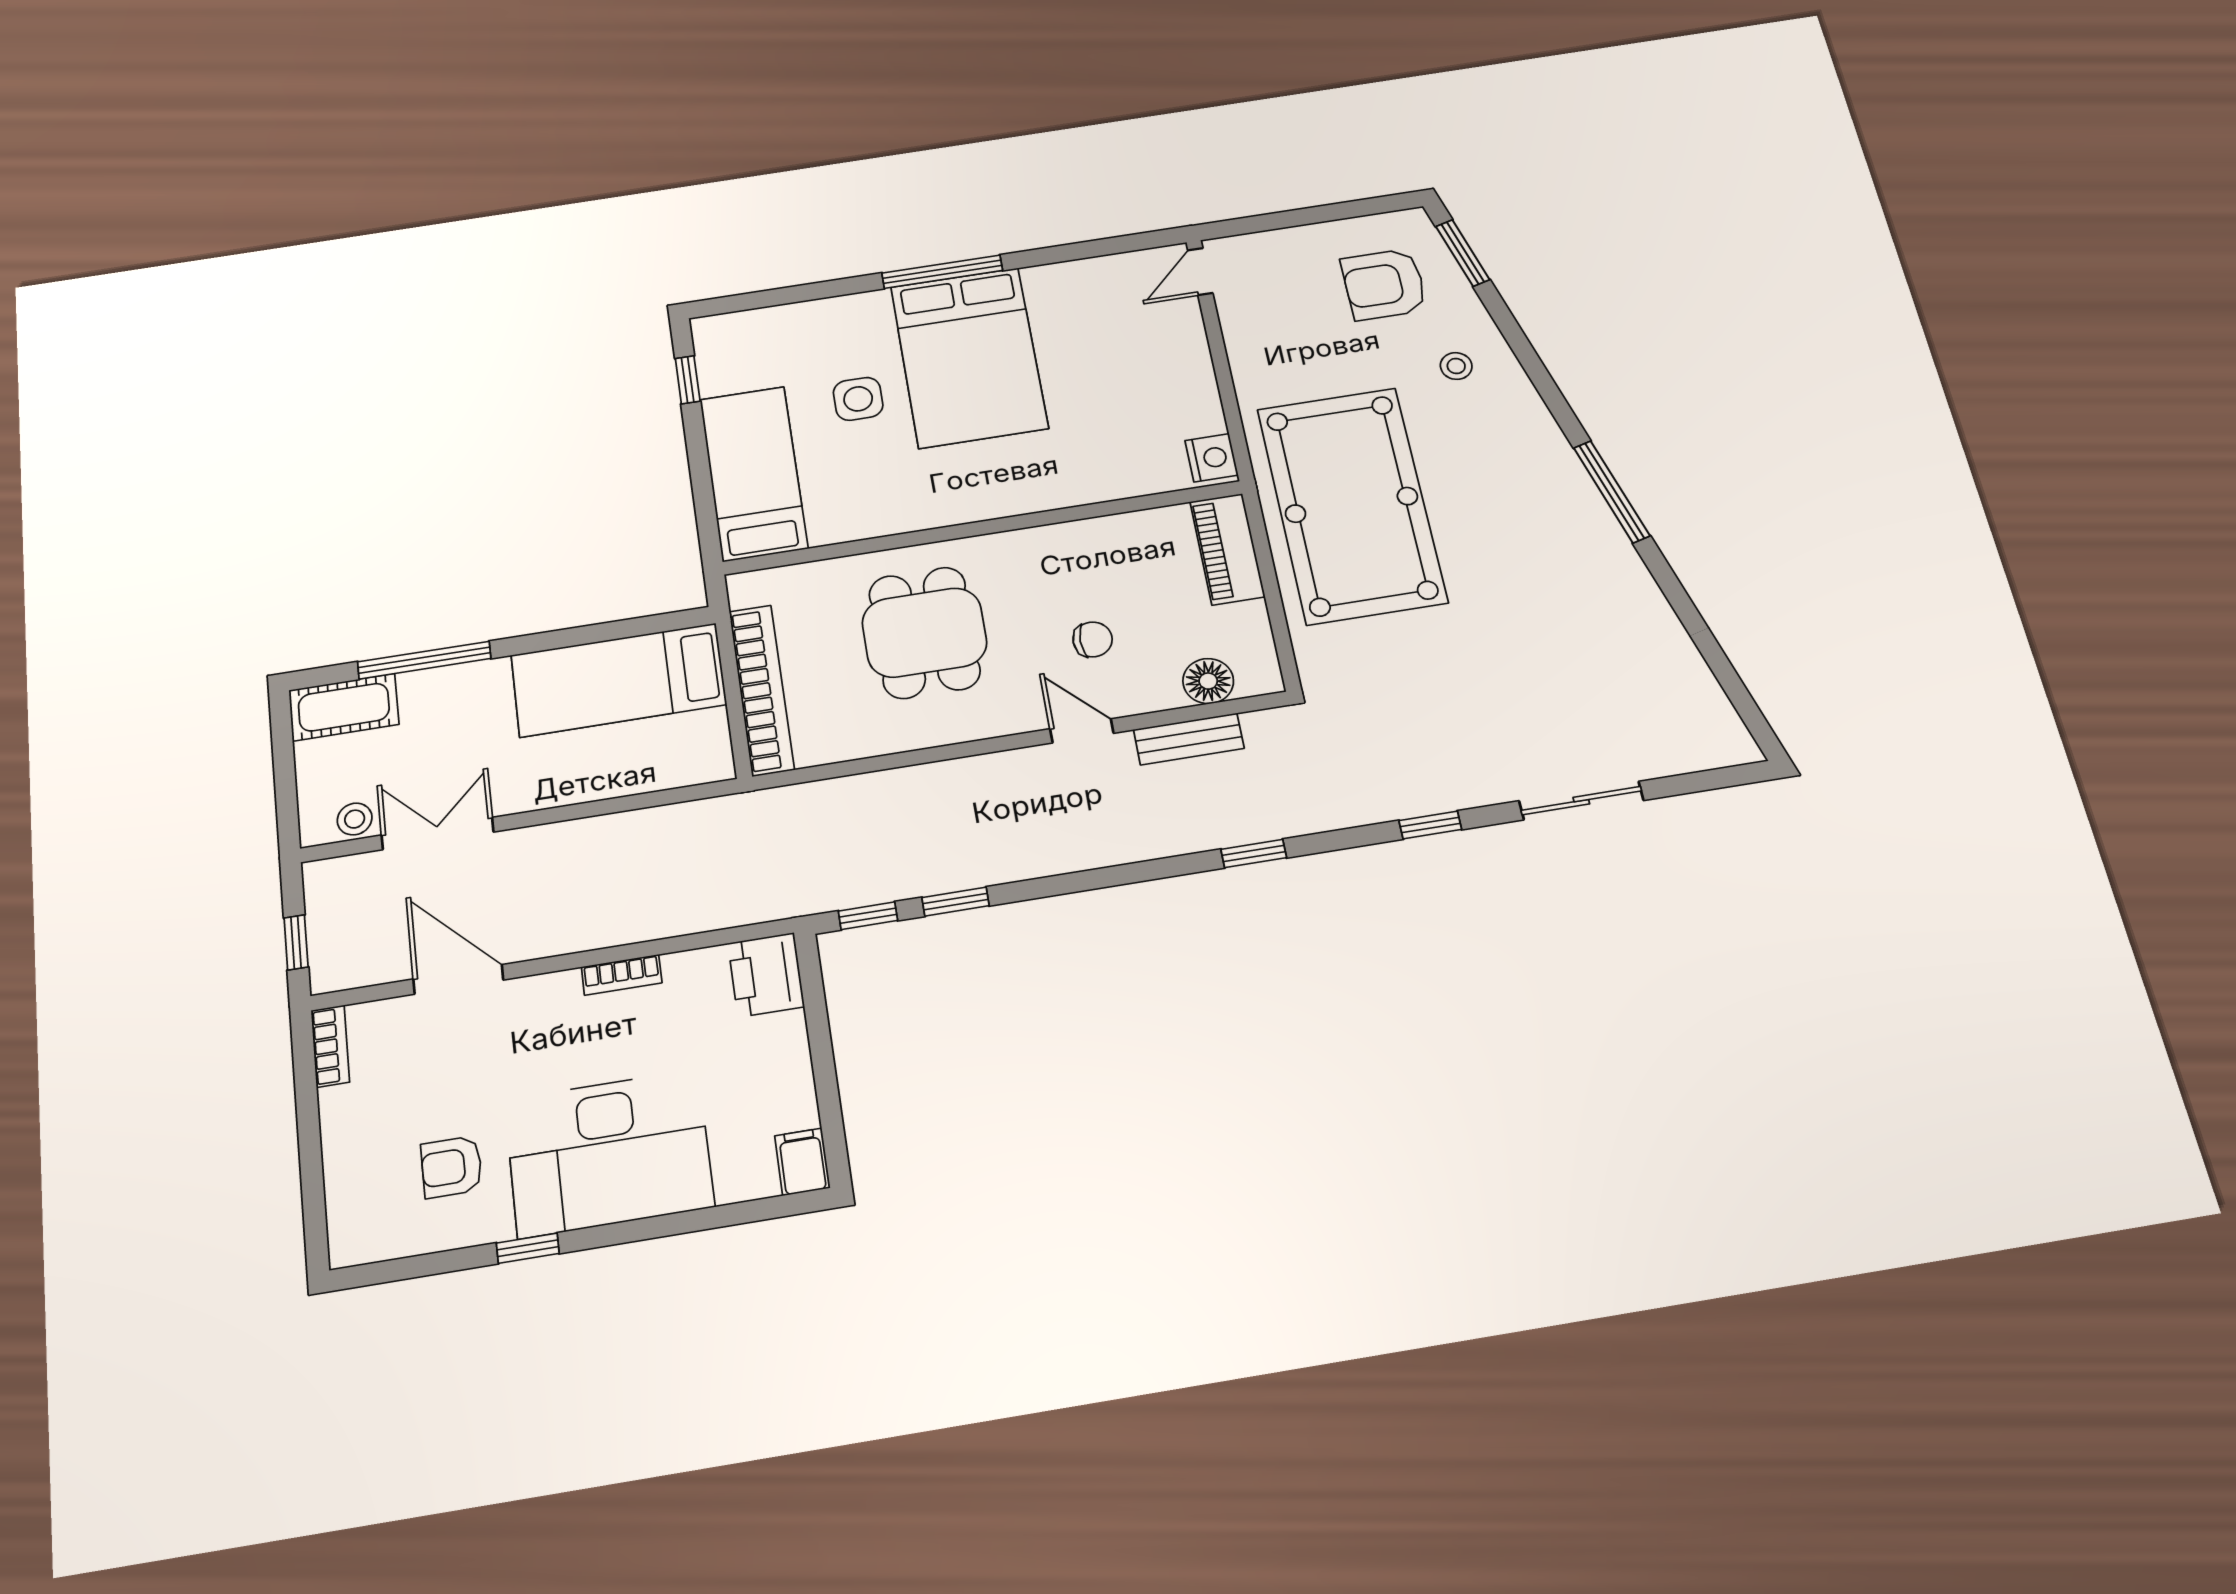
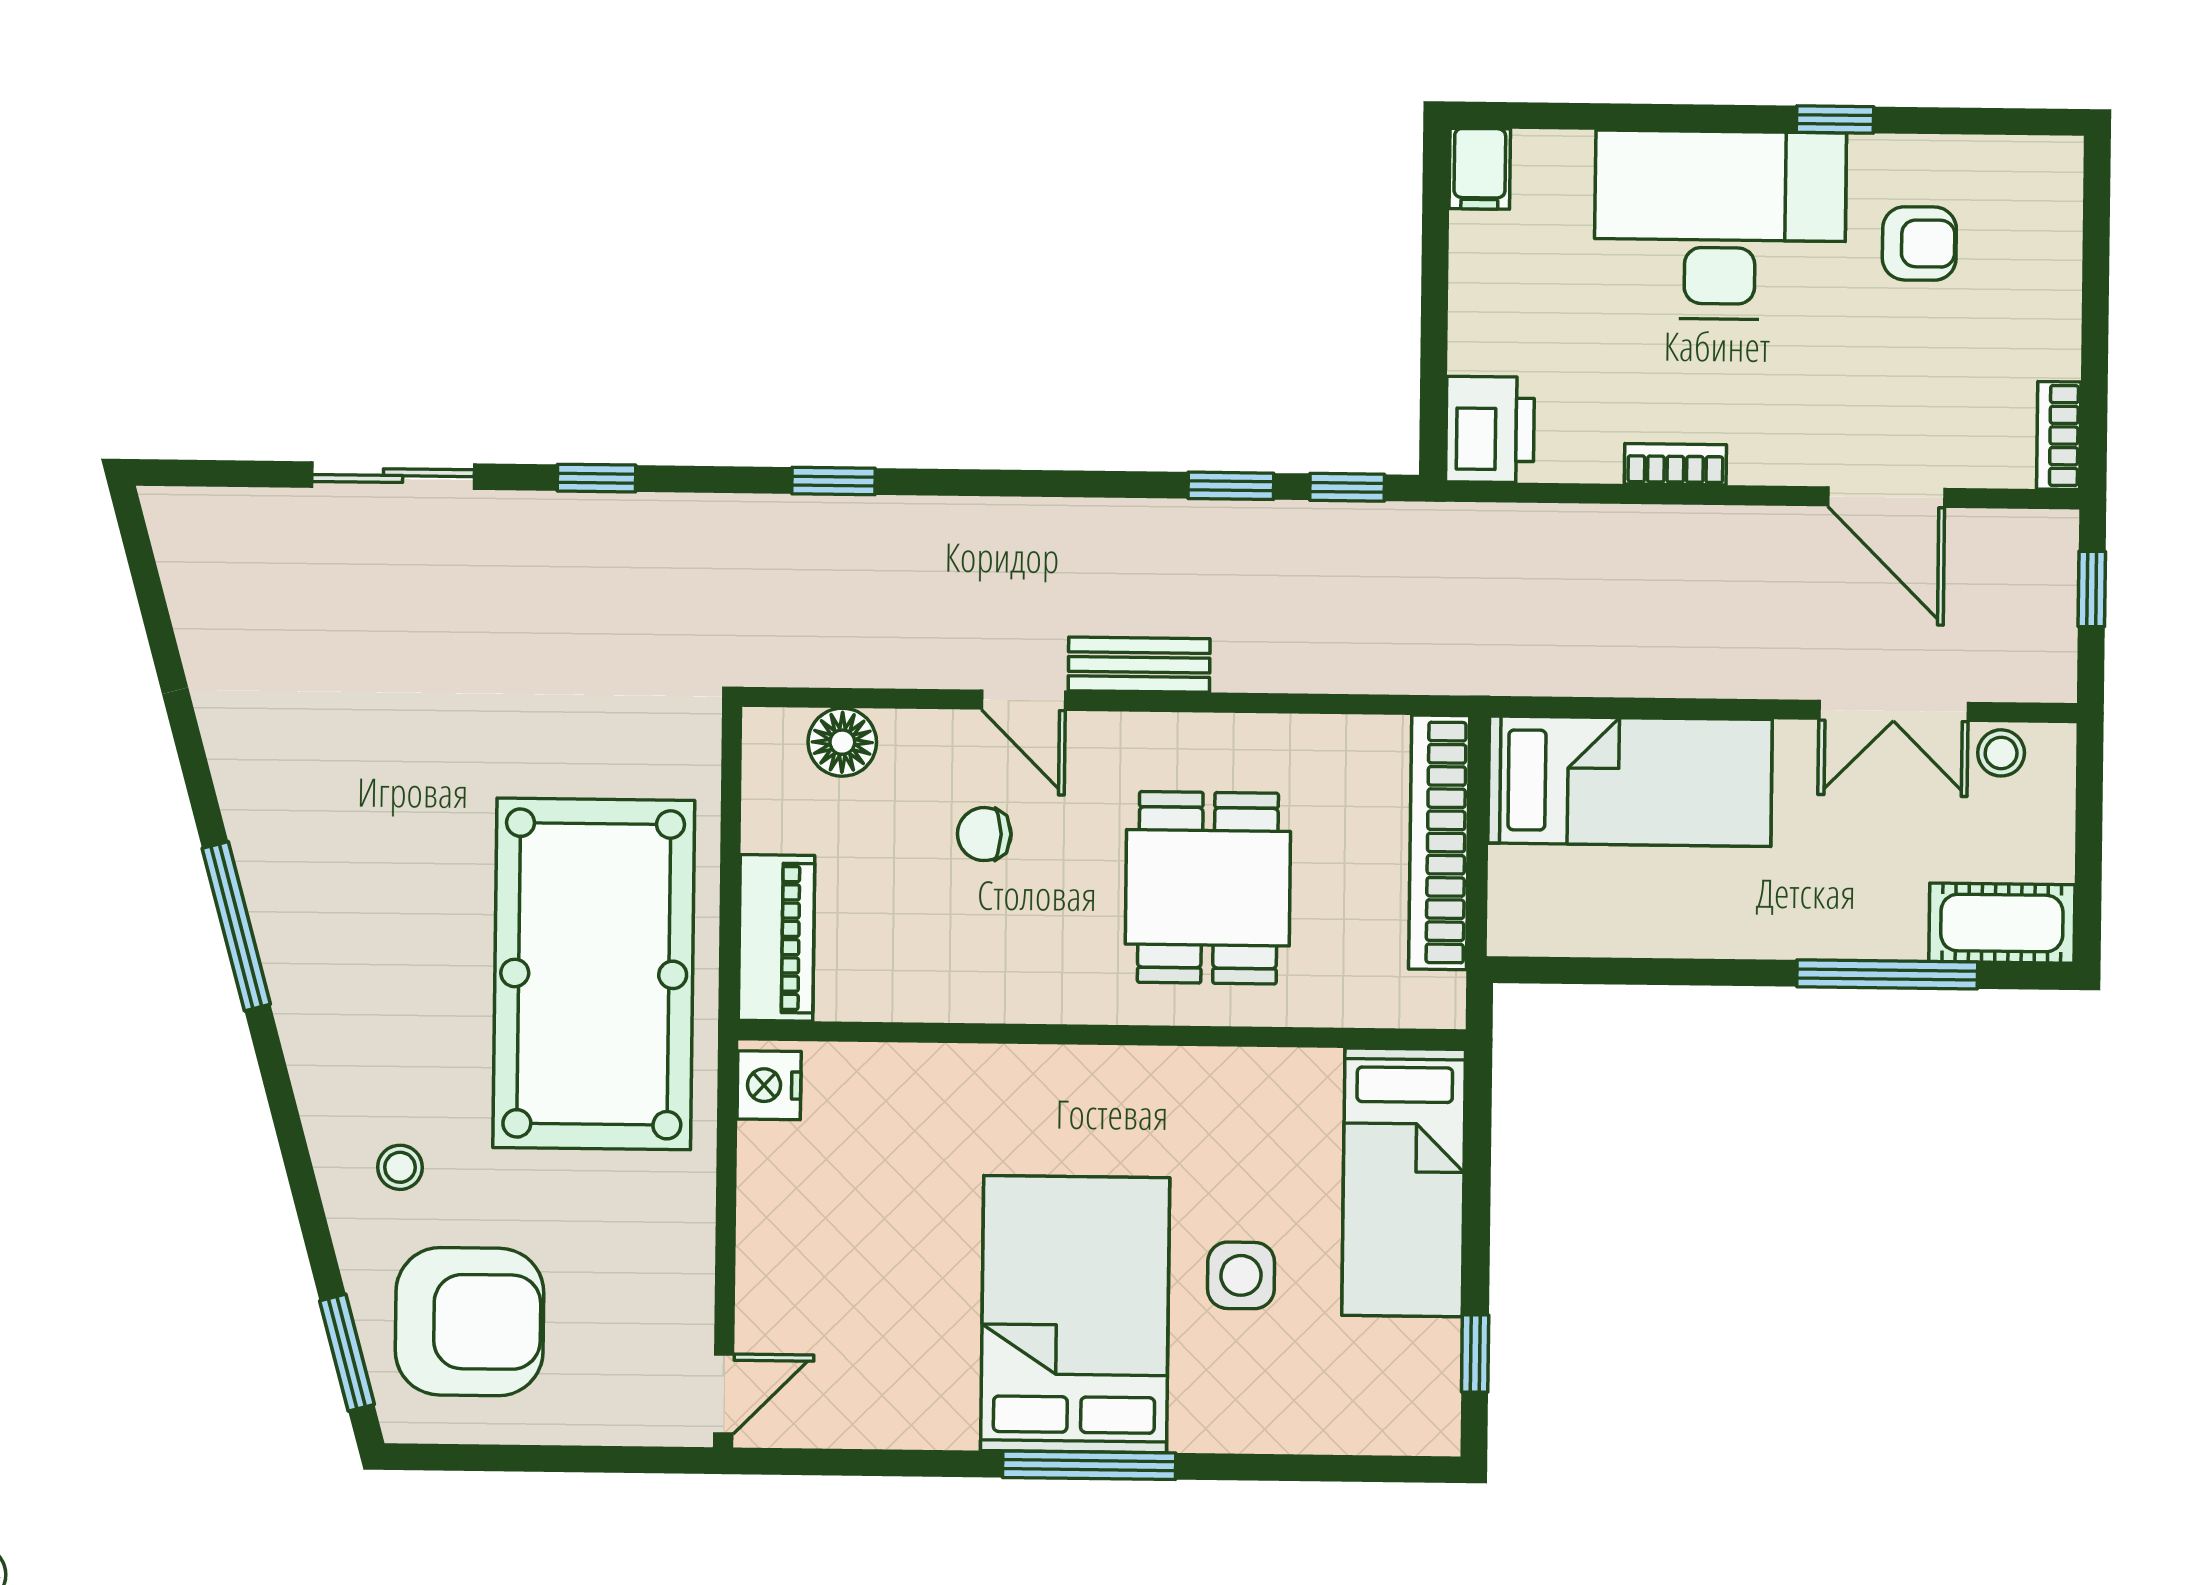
armchair: (1384, 284) -> (469, 1322), width x1.36, depth x1.36
bed: (618, 680) -> (1630, 781), moved
bench: (1189, 739) -> (1139, 665), moved

